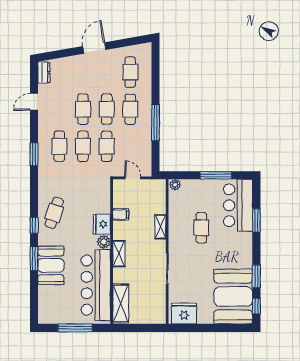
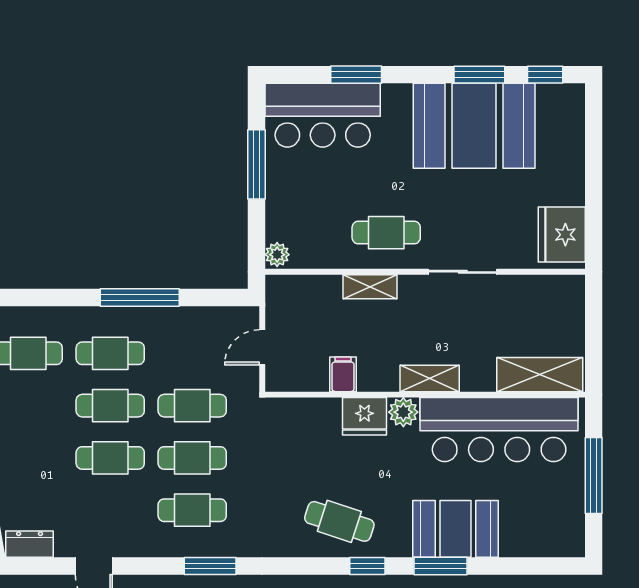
cafe table: (201, 228) -> (386, 233), moved
booth: (233, 297) -> (474, 126), moved

